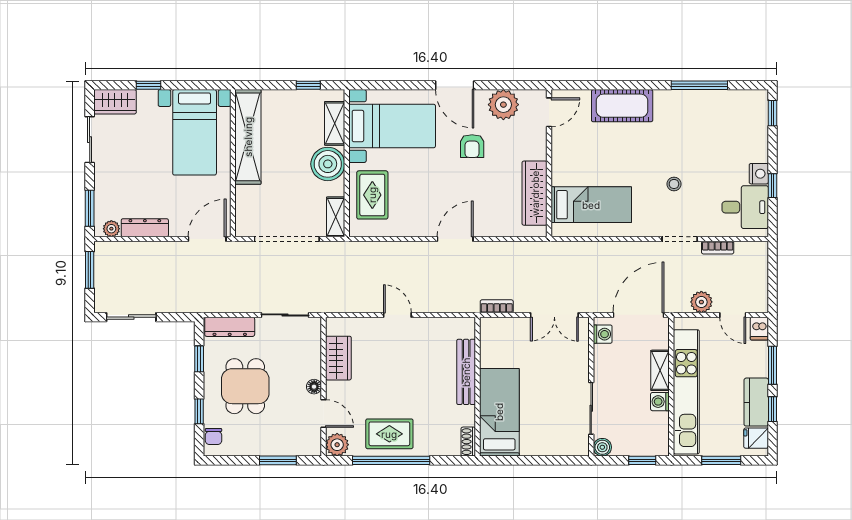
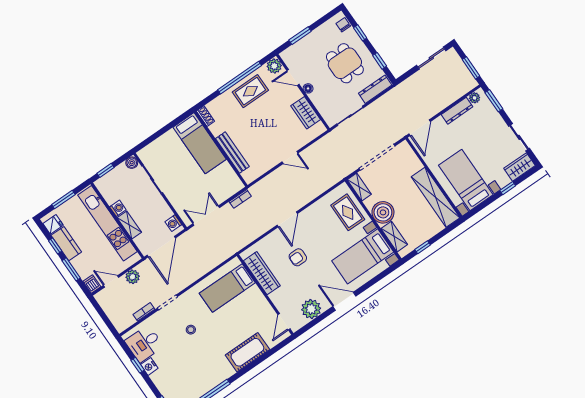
armchair: (472, 146) -> (298, 257), moved, turned -90

